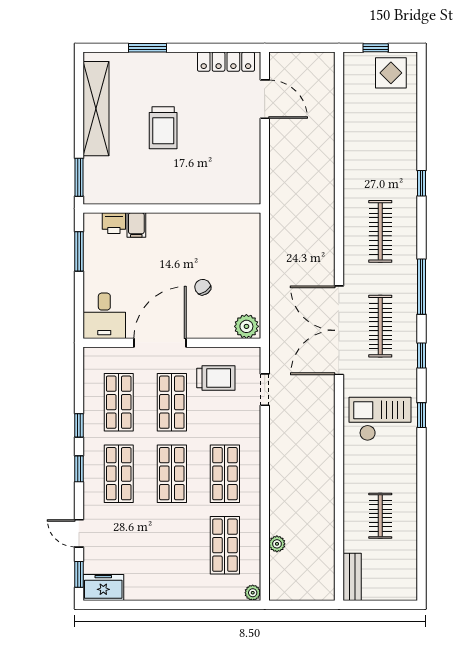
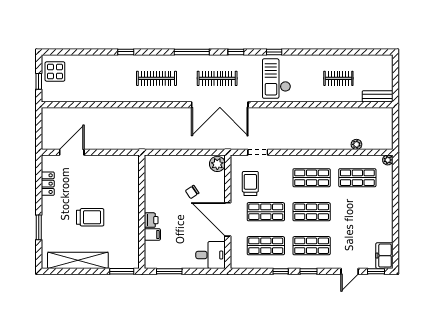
locker: (226, 62) -> (48, 184), width x0.66
printer: (114, 223) -> (151, 220), moved

